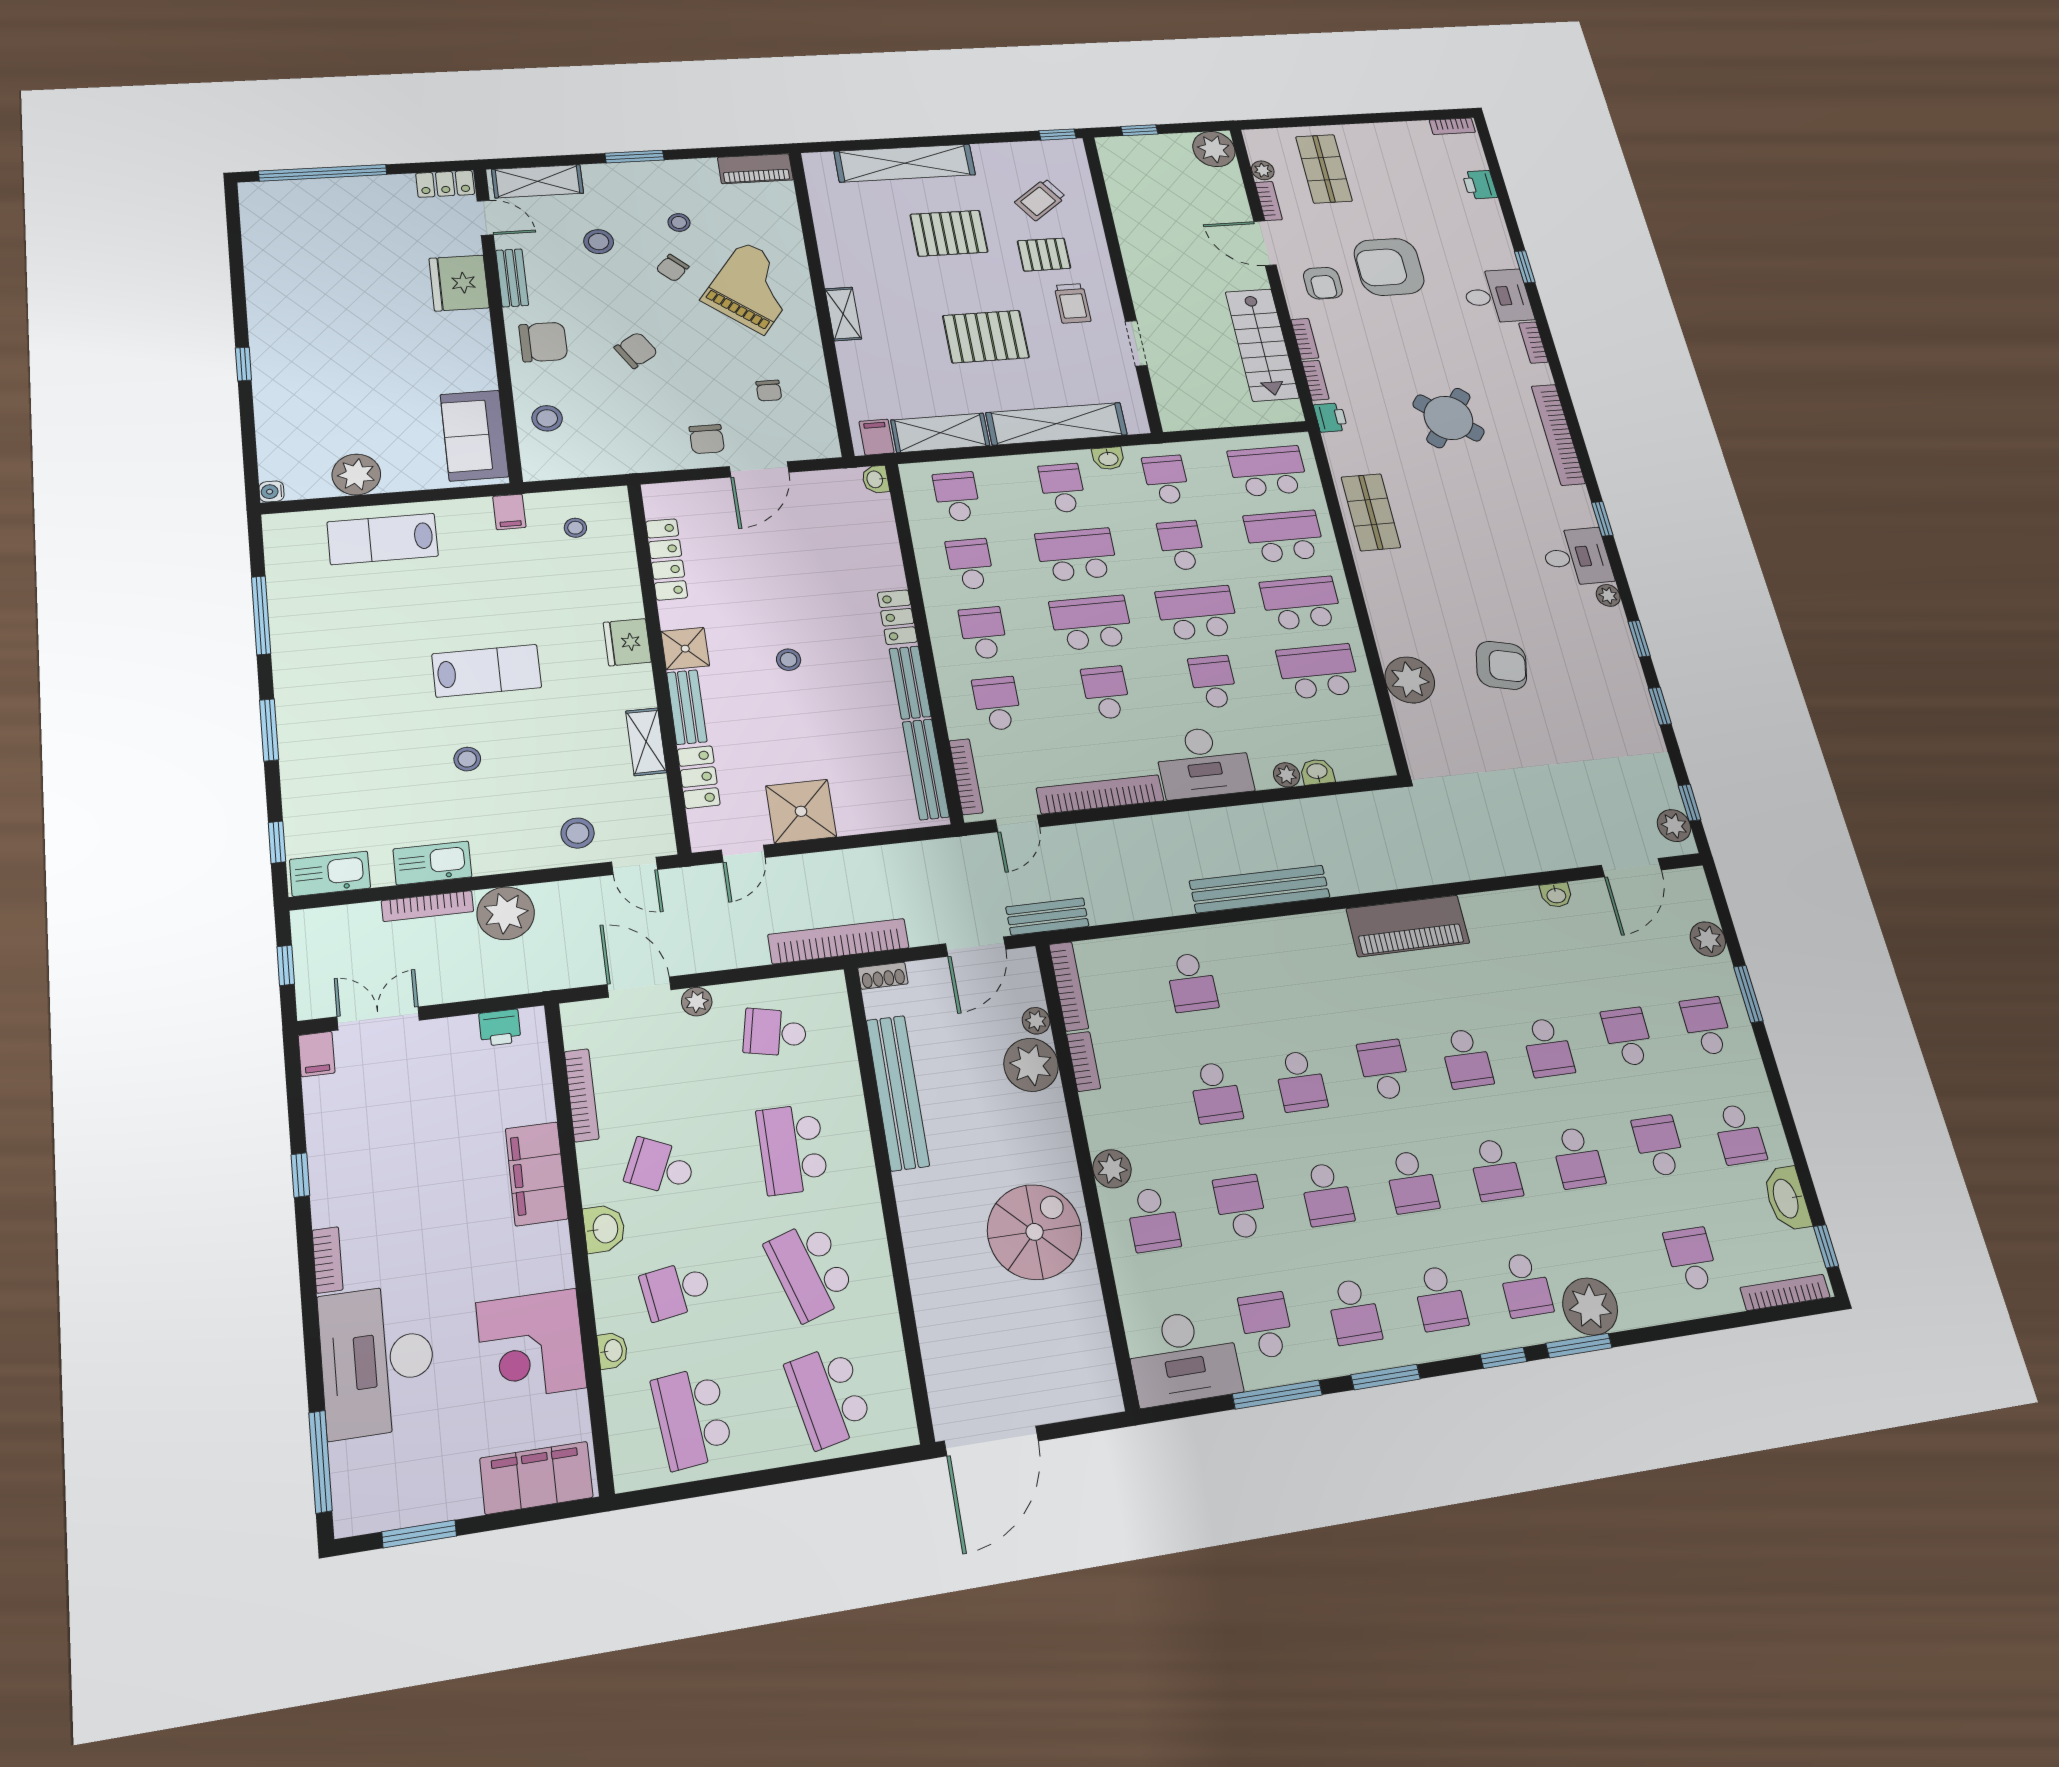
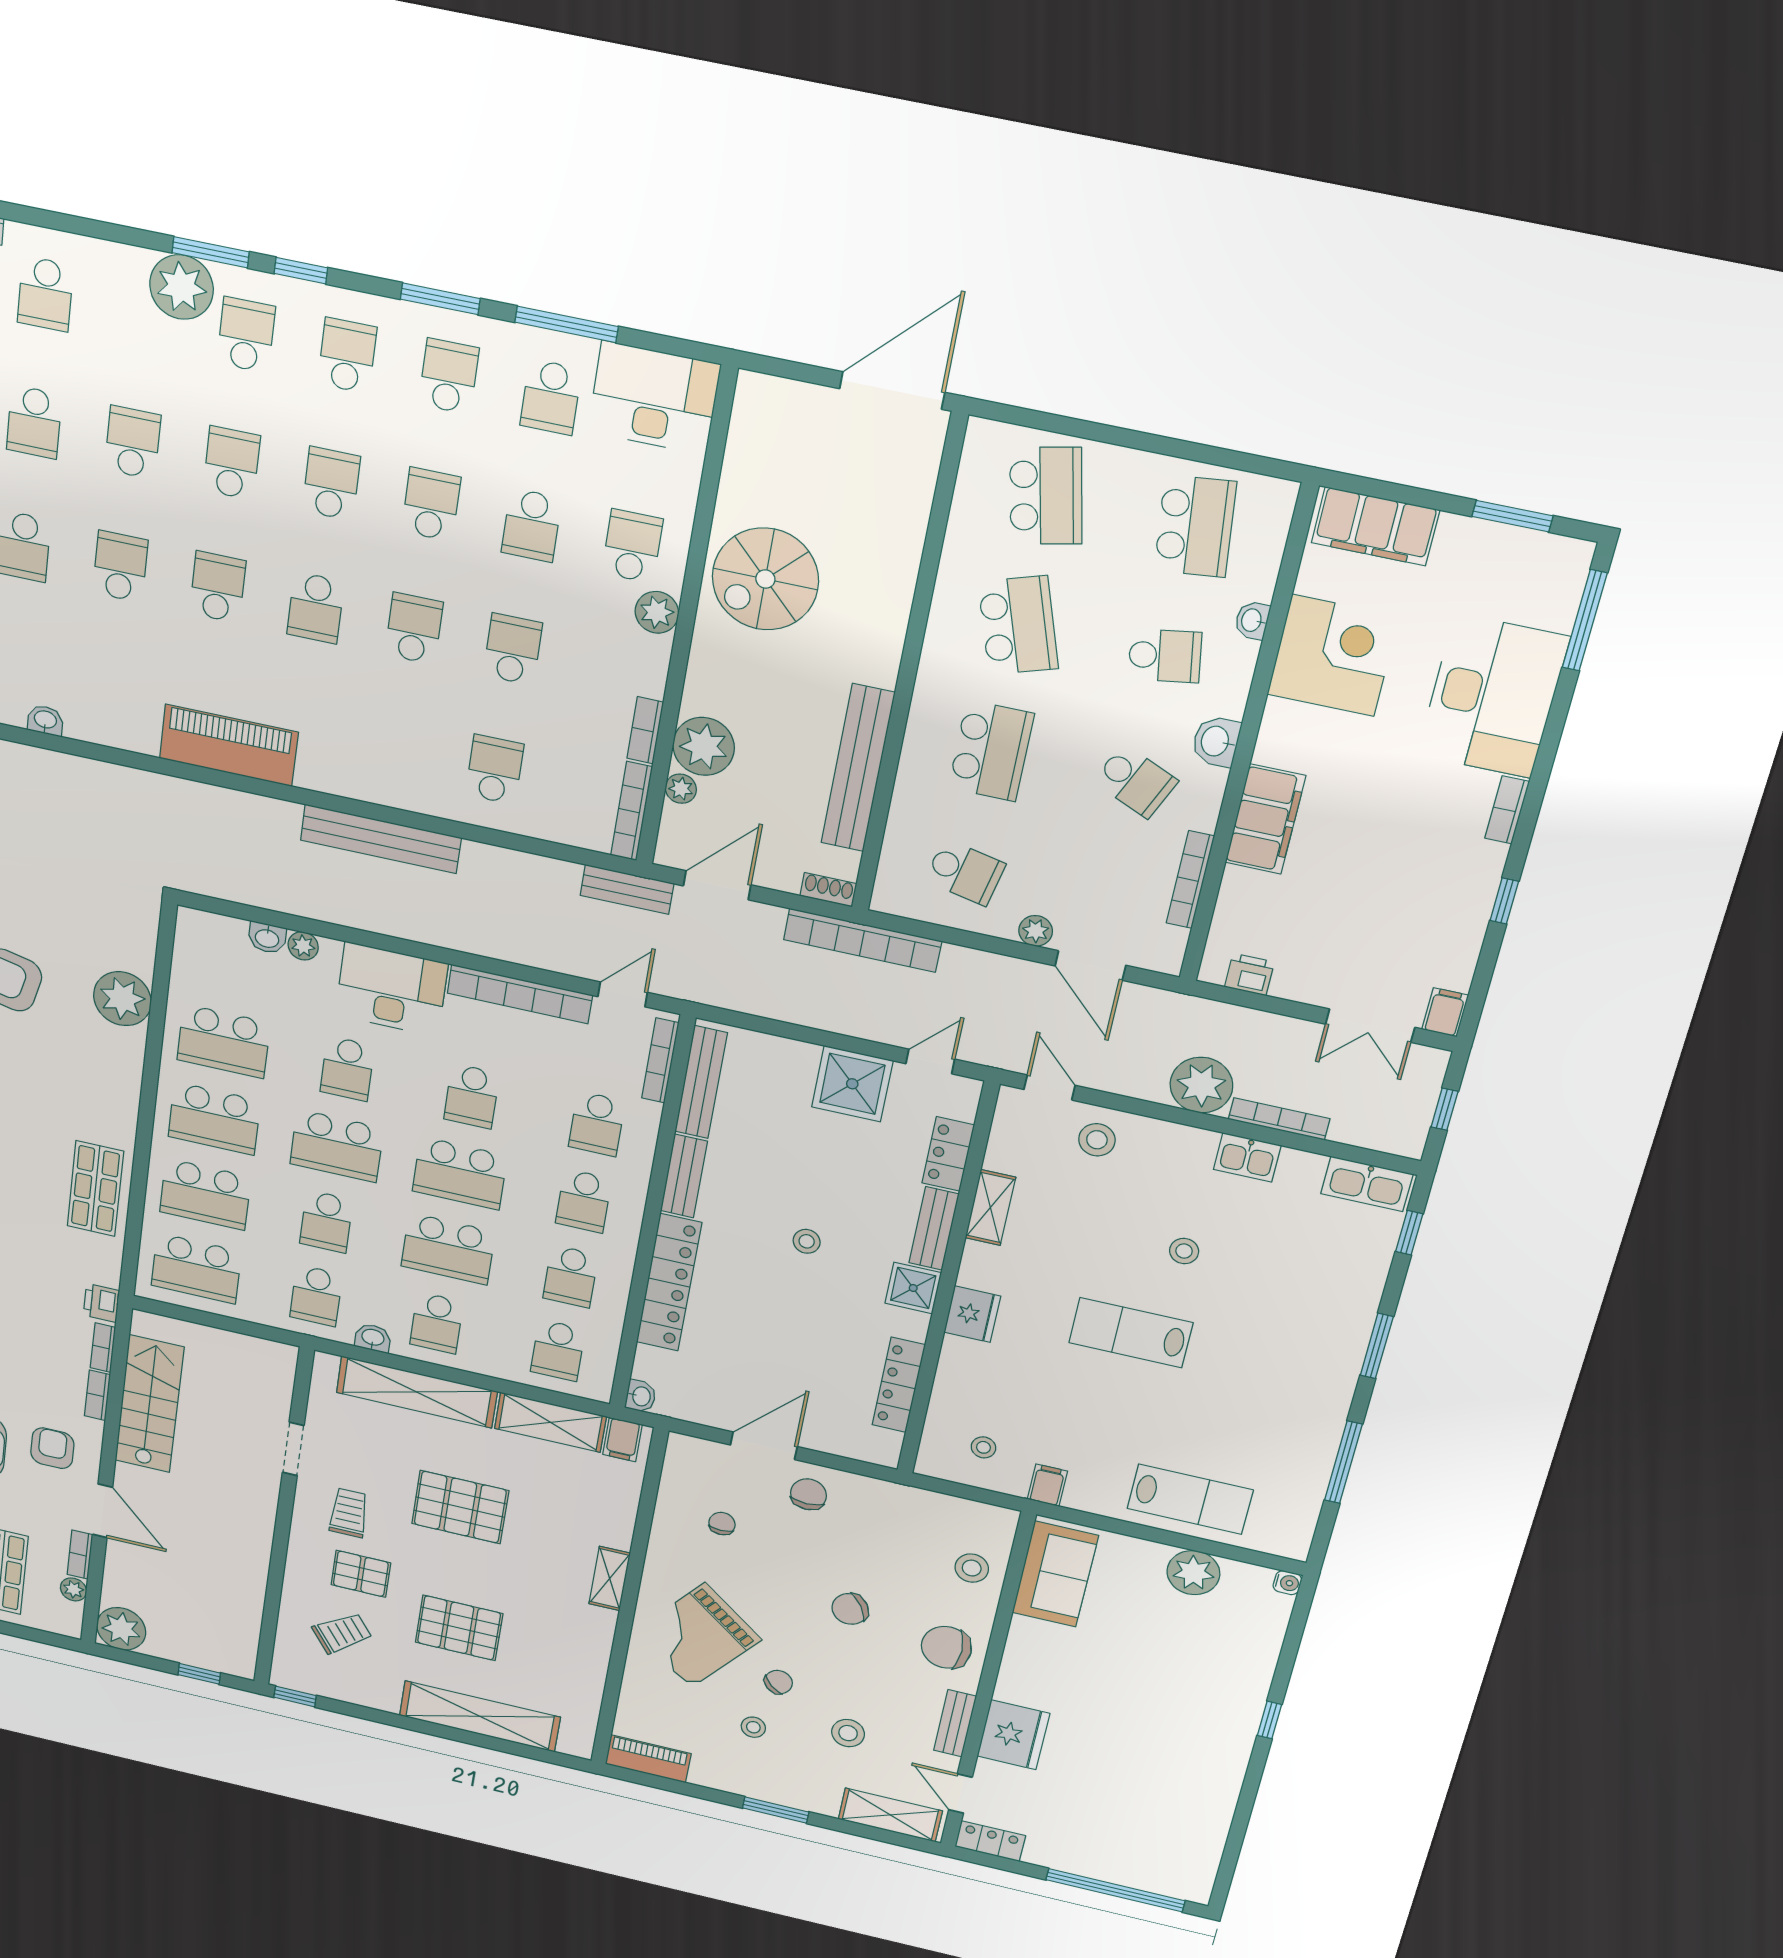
locker: (897, 617) -> (669, 1283), width x2.16, depth x1.21
kitchen sink: (432, 863) -> (1247, 1157), width x0.73

